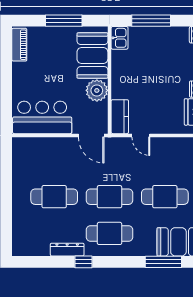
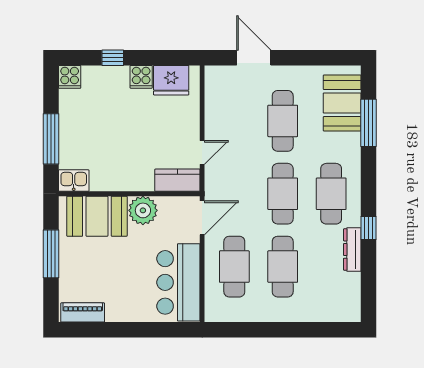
cafe table: (54, 160) -> (234, 267), added

